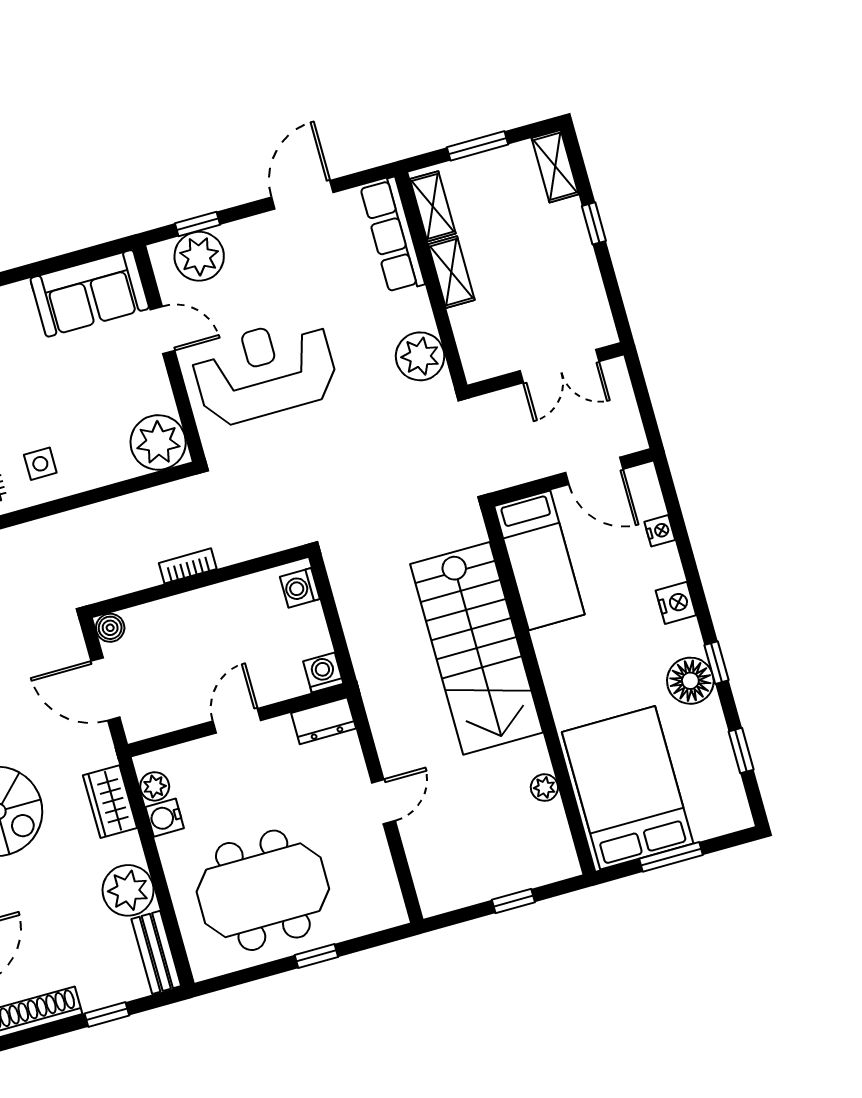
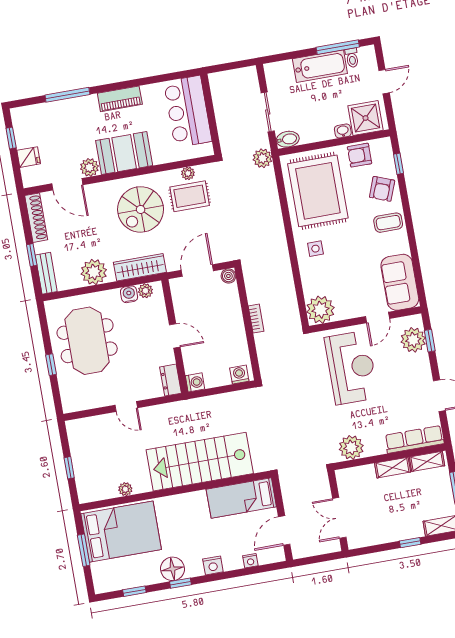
wardrobe: (110, 802) -> (140, 267), width x1.50
bench: (156, 952) -> (46, 273), moved, turned 90

